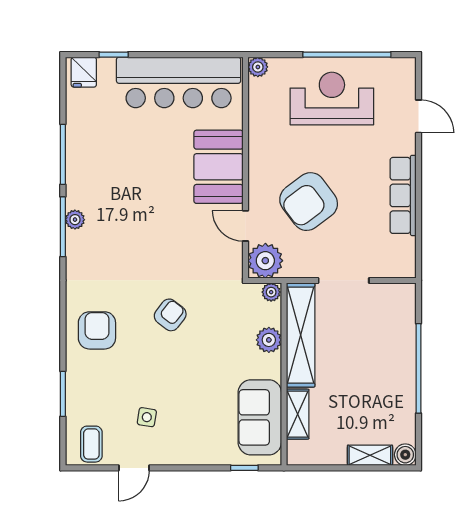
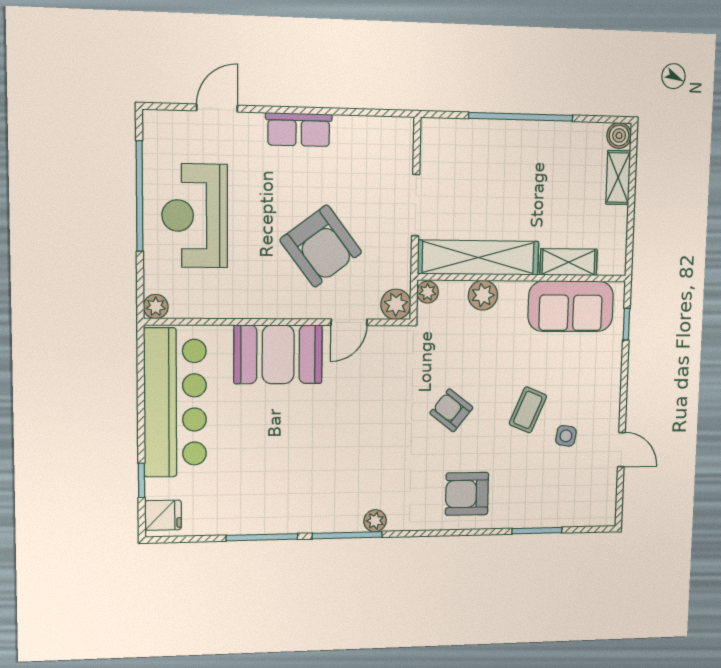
row of seats: (403, 195) -> (299, 130), width x0.68
plant: (75, 220) -> (375, 521), moved
plant: (265, 261) -> (396, 304), width x0.73, depth x0.73
coffee table: (91, 444) -> (528, 410), moved, turned -67

